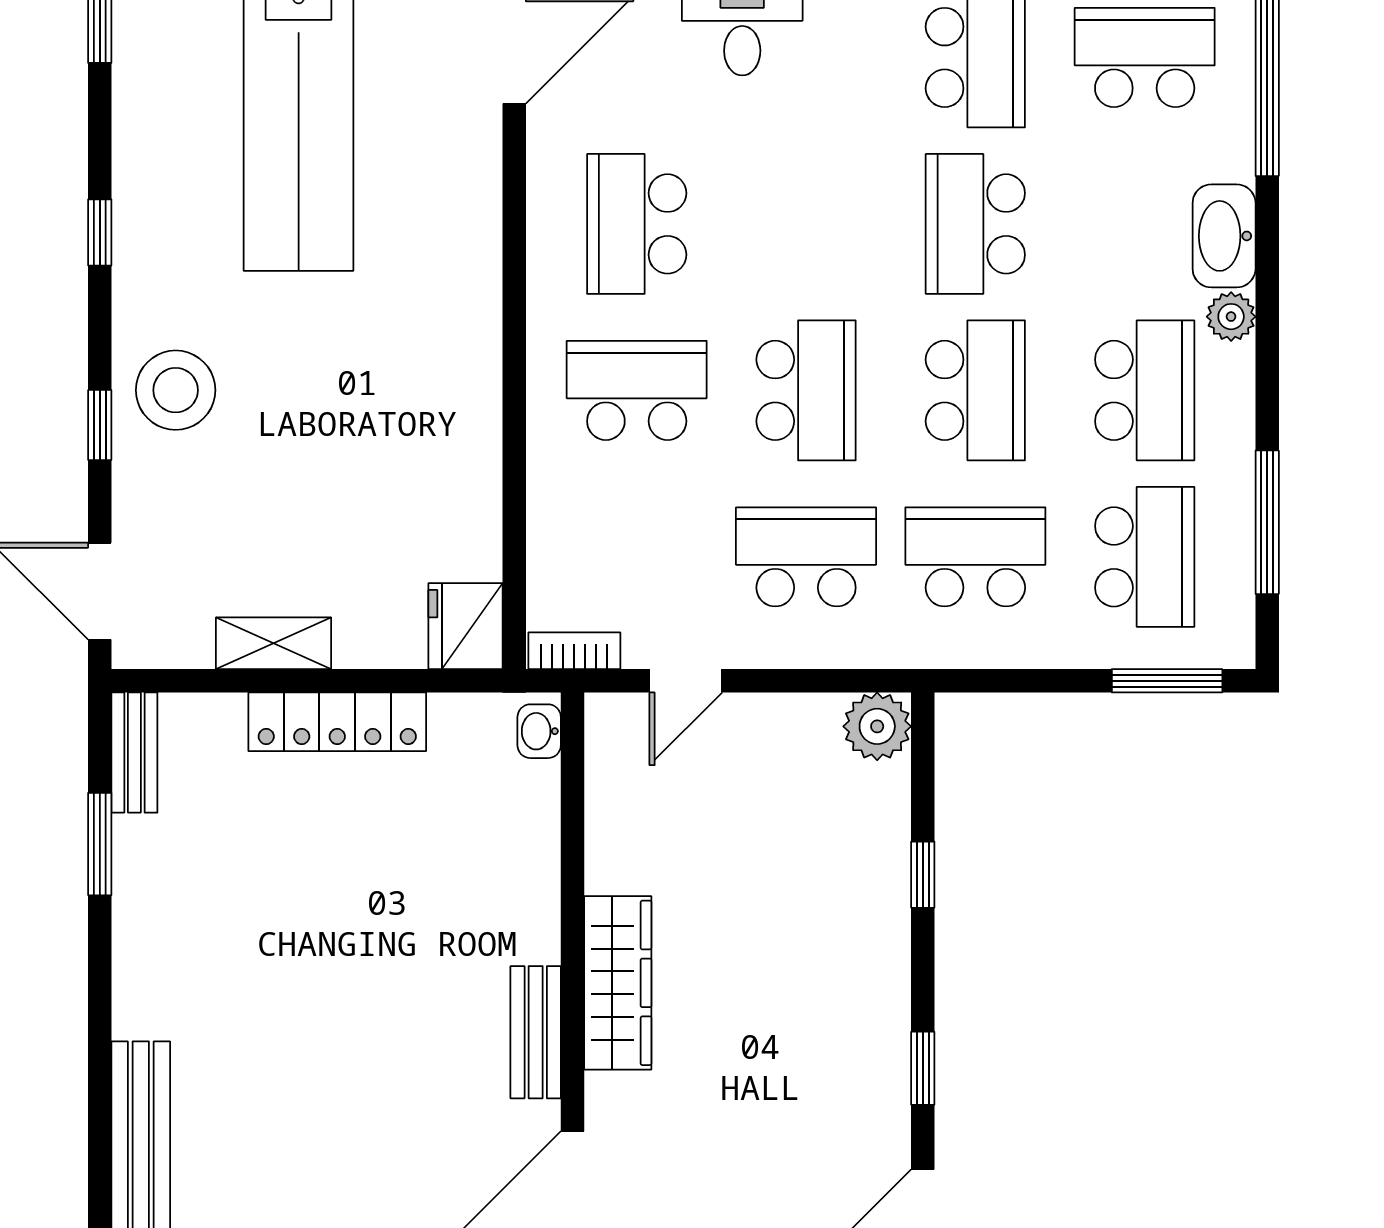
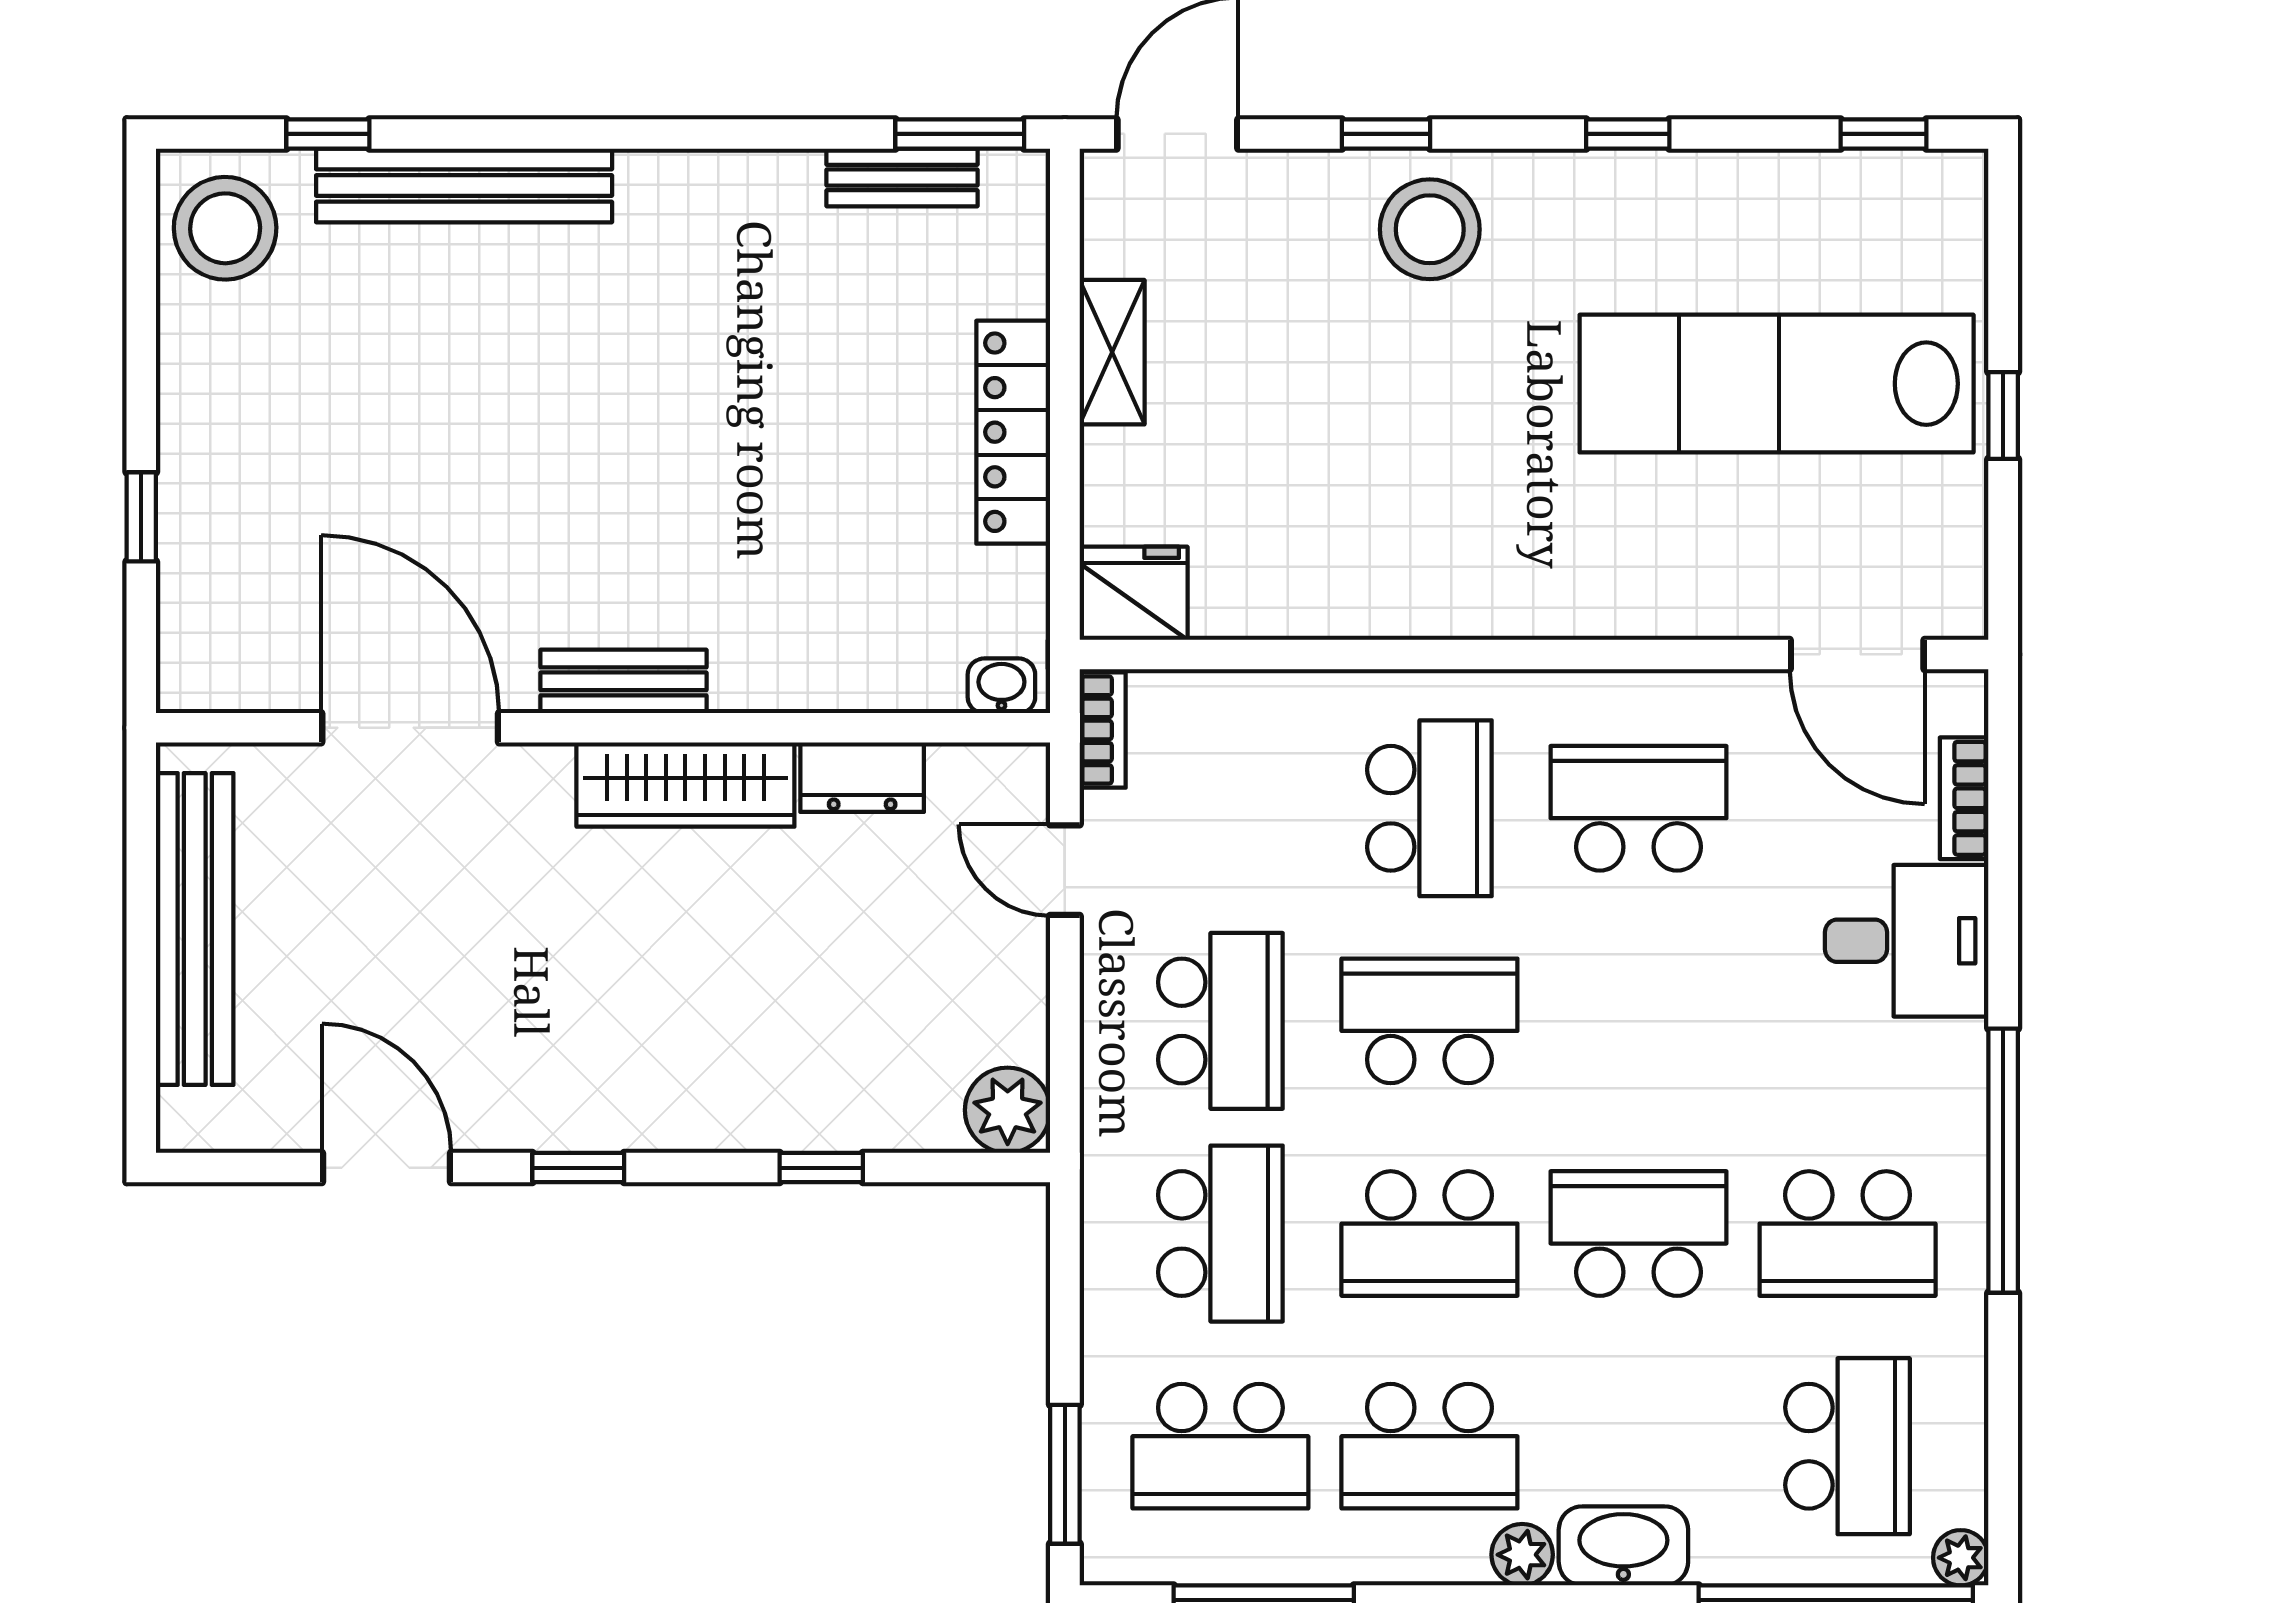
school desk: (806, 390) -> (1429, 1021), turned 180
bench: (134, 753) -> (902, 178), moved
dresser: (612, 842) -> (862, 777), added
window: (100, 844) -> (960, 134), moved

